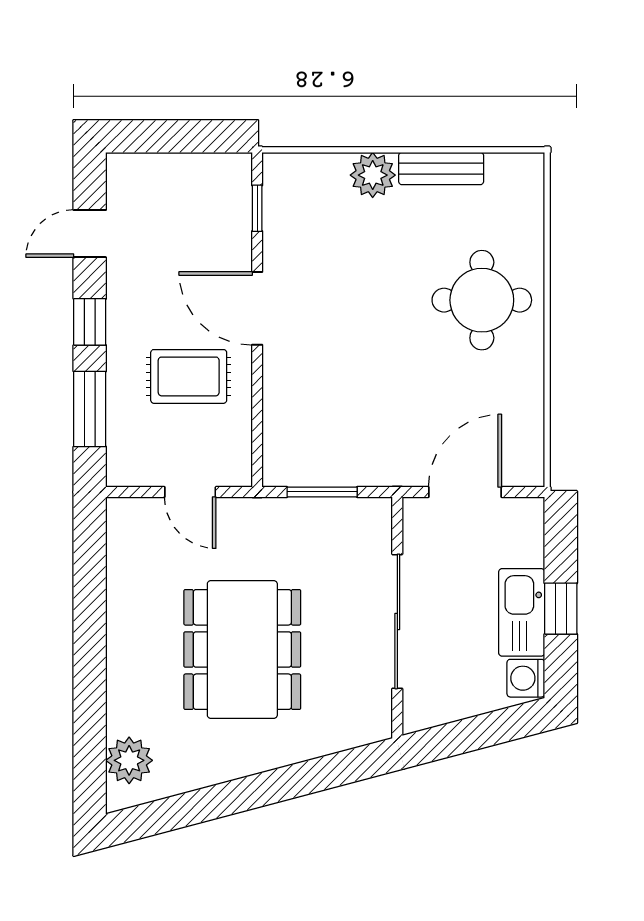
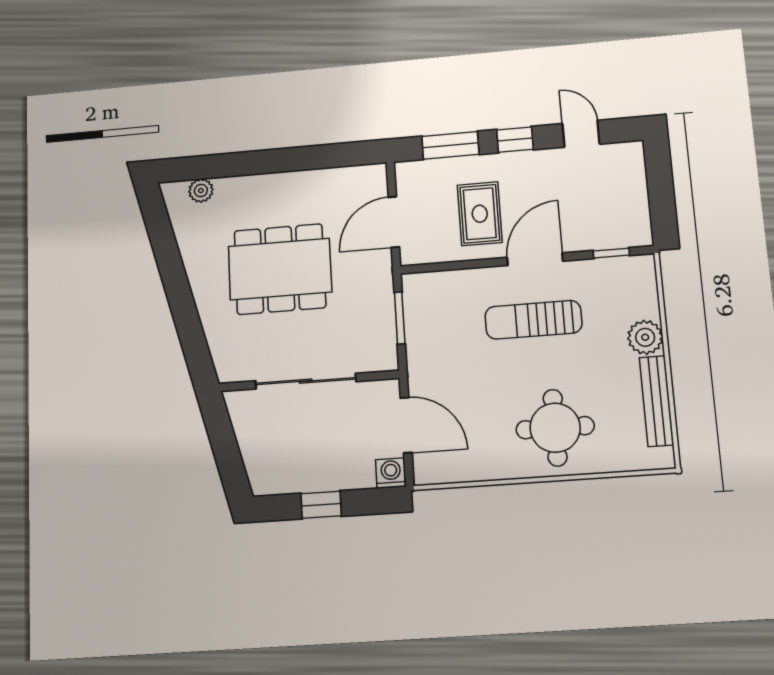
bench: (441, 169) -> (657, 401), width x1.36
sun lounger: (338, 317) -> (533, 320), added
door: (190, 492) -> (394, 222), width x1.38
kitchen sink: (522, 612) -> (317, 475), removed
washing machine: (526, 678) -> (391, 473), moved
plant: (129, 760) -> (201, 191), width x0.73, depth x0.73

